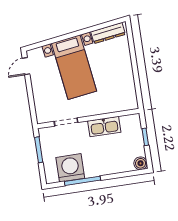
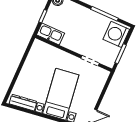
kitchen sink: (104, 127) -> (51, 34), moved
washing machine: (70, 168) -> (116, 34), moved, turned 90

